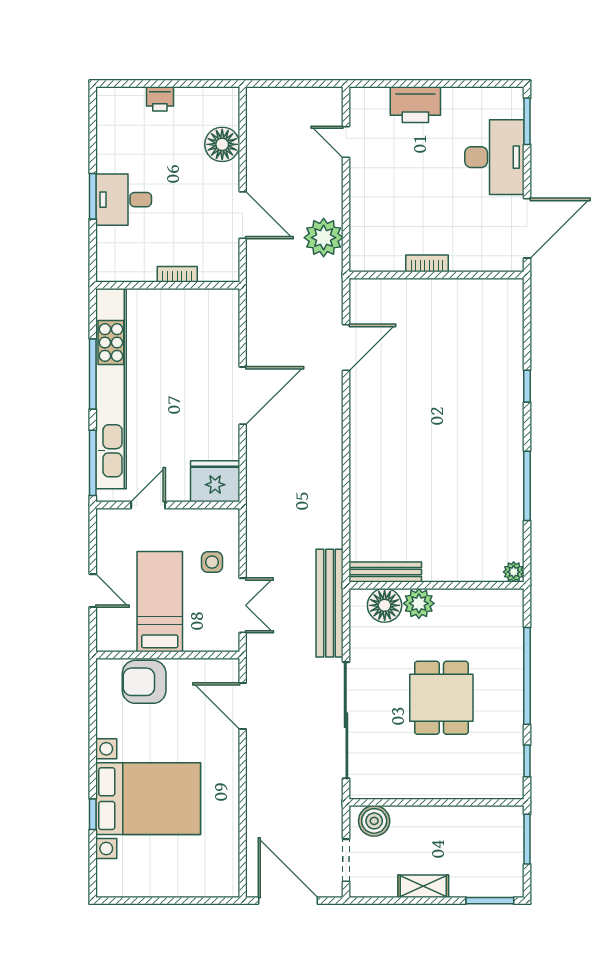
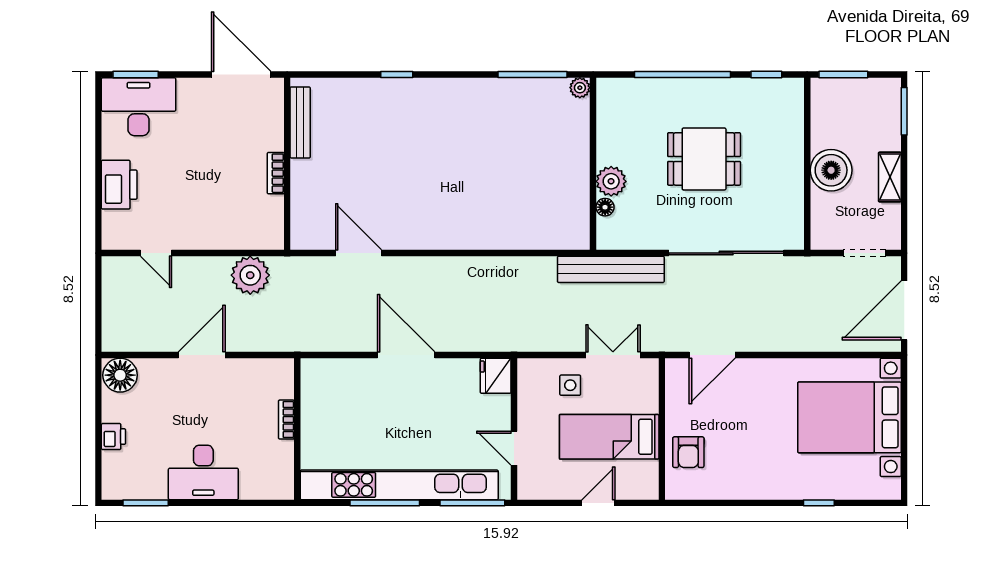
door: (346, 142) -> (156, 253), hinge flipped
floor lamp: (222, 144) -> (120, 375), moved
desk: (494, 157) -> (139, 107), moved
window: (93, 196) -> (146, 503), moved
desk: (124, 200) -> (203, 472), width x1.37
door: (243, 215) -> (202, 355), moved
fridge: (215, 481) -> (496, 376), width x0.73, depth x0.75
window: (527, 486) -> (533, 75), moved
bench: (385, 572) -> (300, 122), moved
floor lamp: (385, 605) -> (605, 207), width x0.53, depth x0.53
armchair: (144, 682) -> (688, 452), width x0.72, depth x0.72
bed with nightstands: (148, 799) -> (849, 417), moved, turned -90
boiler: (374, 821) -> (831, 170), moved, width x1.37, depth x1.37

